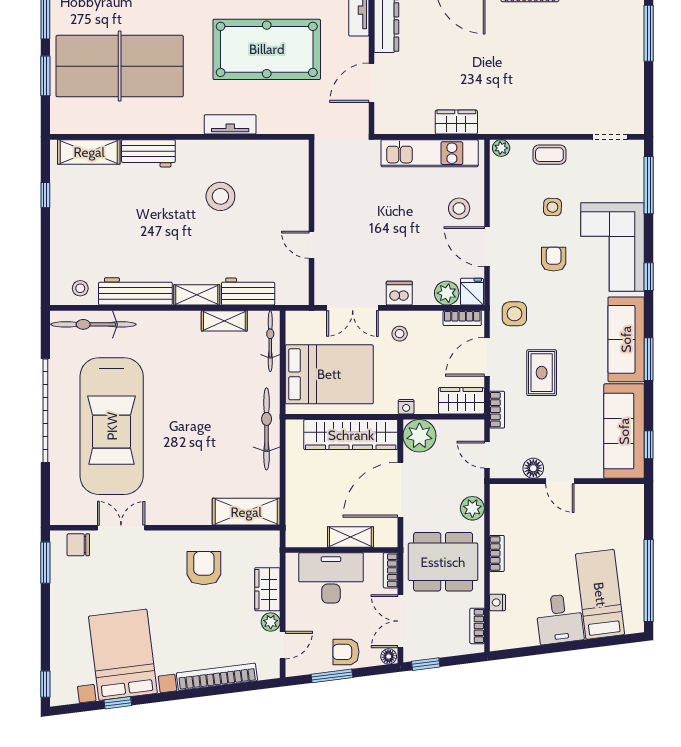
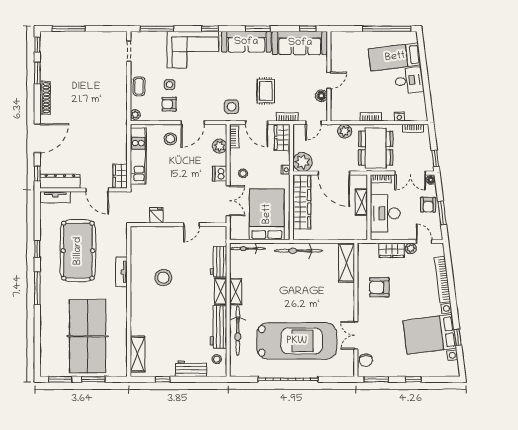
wardrobe: (456, 122) -> (120, 176), moved
workbench: (148, 153) -> (191, 369), moved, turned -90
armchair: (554, 259) -> (169, 104), moved
fridge: (472, 292) -> (156, 215), moved, turned 90
shelving: (224, 321) -> (236, 292), moved
bicycle: (93, 324) -> (238, 331), moved
rug: (542, 373) -> (266, 91), turned 90
window: (45, 684) -> (413, 379), moved

